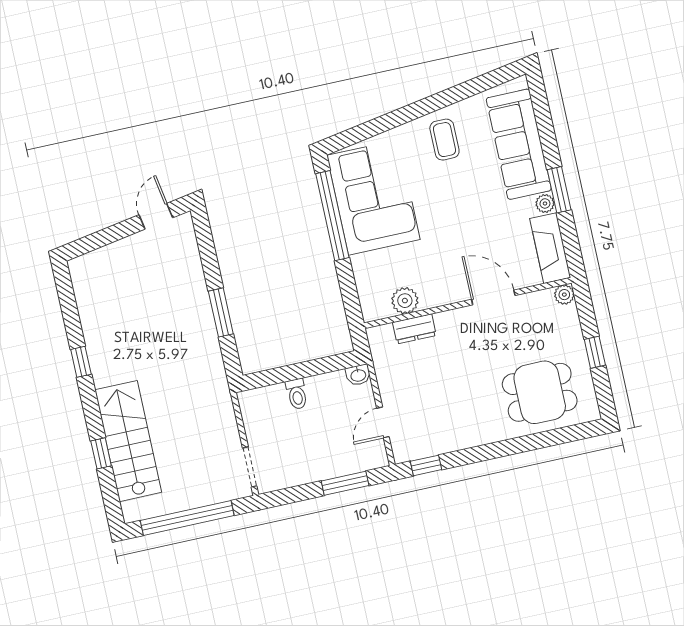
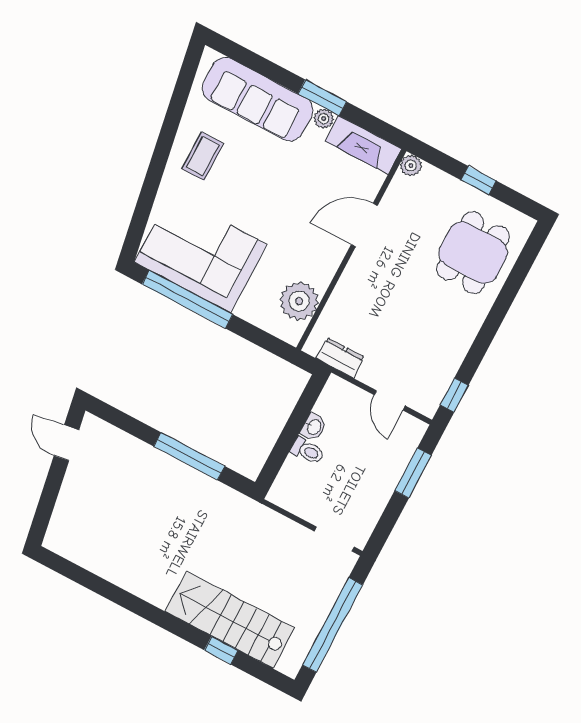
coffee table: (444, 140) -> (203, 156), turned 90
plant: (405, 301) -> (299, 301), width x1.36, depth x1.36
window: (221, 313) -> (189, 456), width x1.44
dresser: (414, 329) -> (340, 358), moved, turned -90
window: (81, 362) -> (133, 604), removed
washbasin: (358, 375) -> (314, 427), moved

